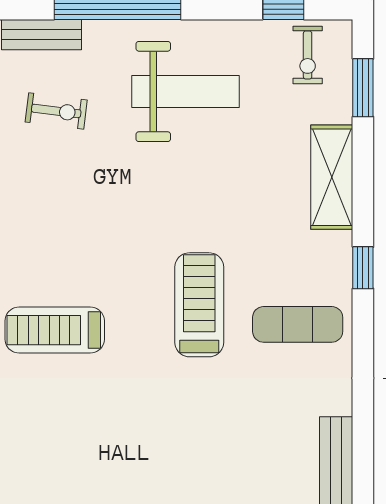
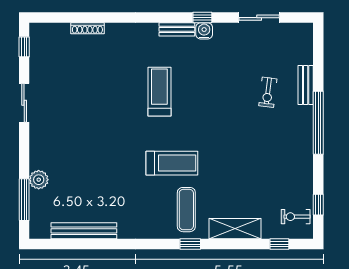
window: (363, 88) -> (279, 244), width x0.67
weight bench: (186, 91) -> (277, 156), removed
exercise mat: (298, 324) -> (186, 210), moved

